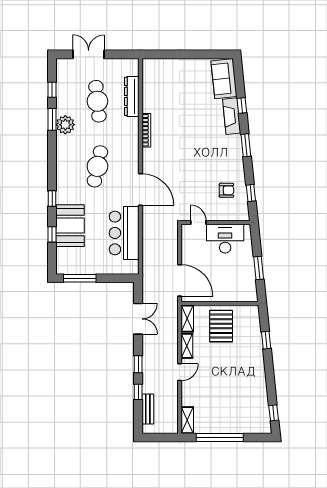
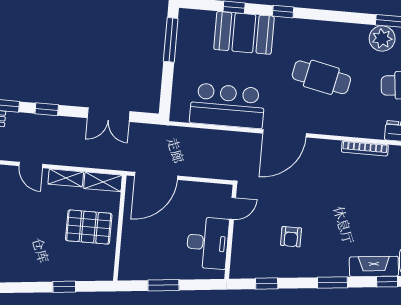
armchair: (226, 190) -> (291, 237), moved

